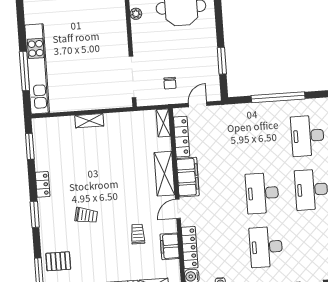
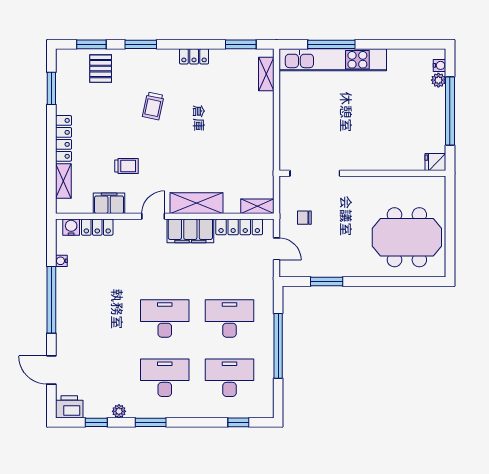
plant: (136, 14) -> (390, 183), removed
shelving: (89, 121) -> (266, 74), moved
door: (178, 209) -> (153, 216), hinge flipped
window: (35, 214) -> (141, 44), moved
desk: (266, 247) -> (230, 318), moved
locker: (190, 248) -> (97, 227), width x0.66

